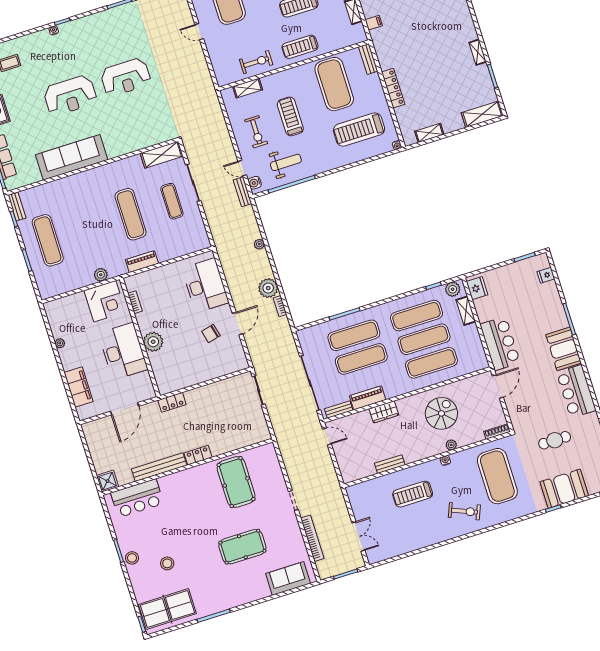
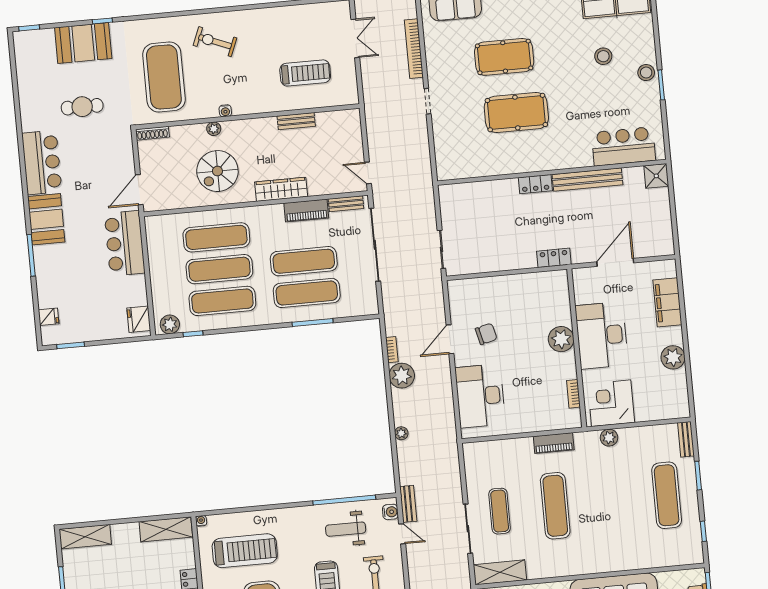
shelving: (429, 133) -> (166, 529), width x1.50, depth x1.33
bench: (17, 207) -> (686, 439), moved
shelving: (466, 311) -> (159, 294), removed
plant: (60, 343) -> (673, 357), width x1.88, depth x1.88
wardrobe: (384, 412) -> (281, 189), width x1.50
pool table: (236, 482) -> (516, 113), moved, turned 90
treadmill: (413, 494) -> (305, 73), moved
double door: (358, 537) -> (355, 38), swing flipped

